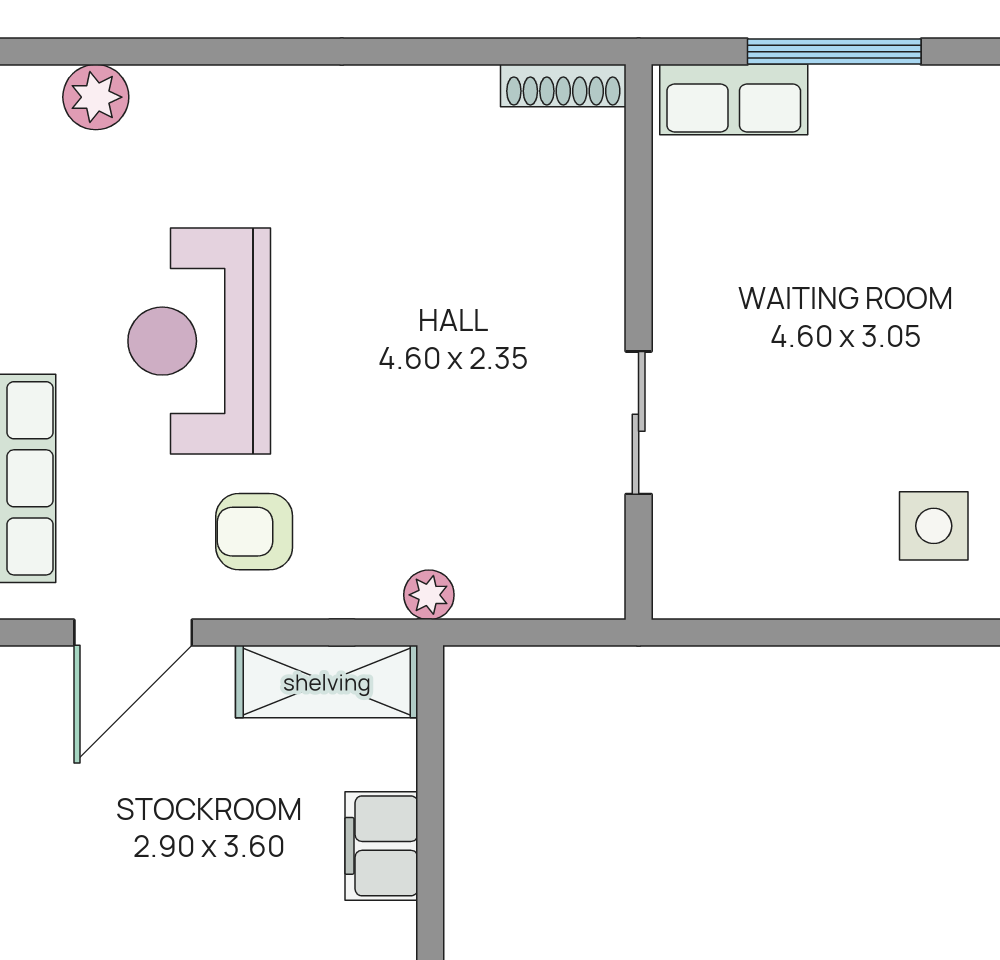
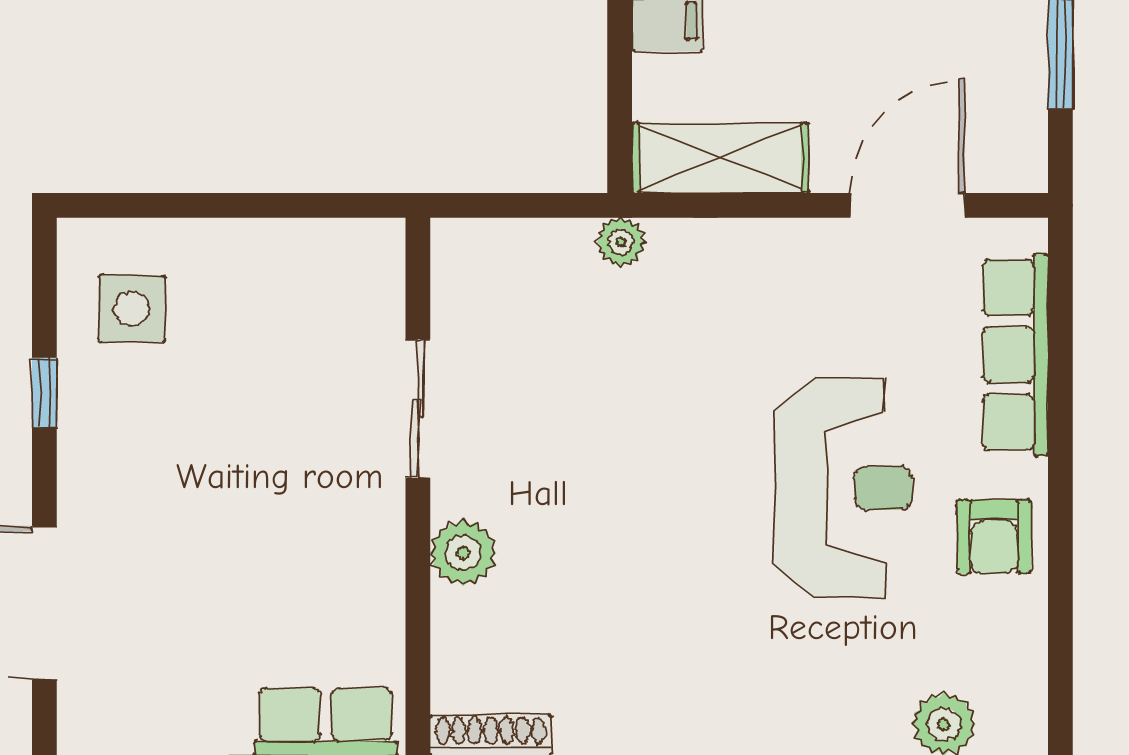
plant: (592, 274) -> (463, 553), added
armchair: (254, 532) -> (994, 537), moved, turned 90

